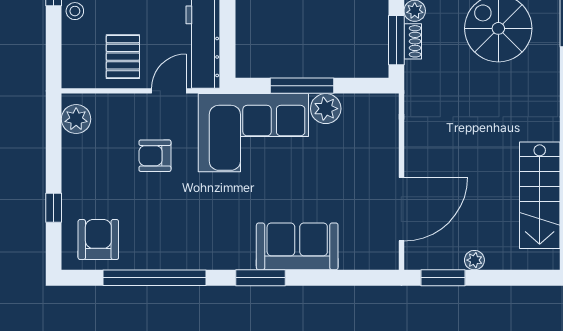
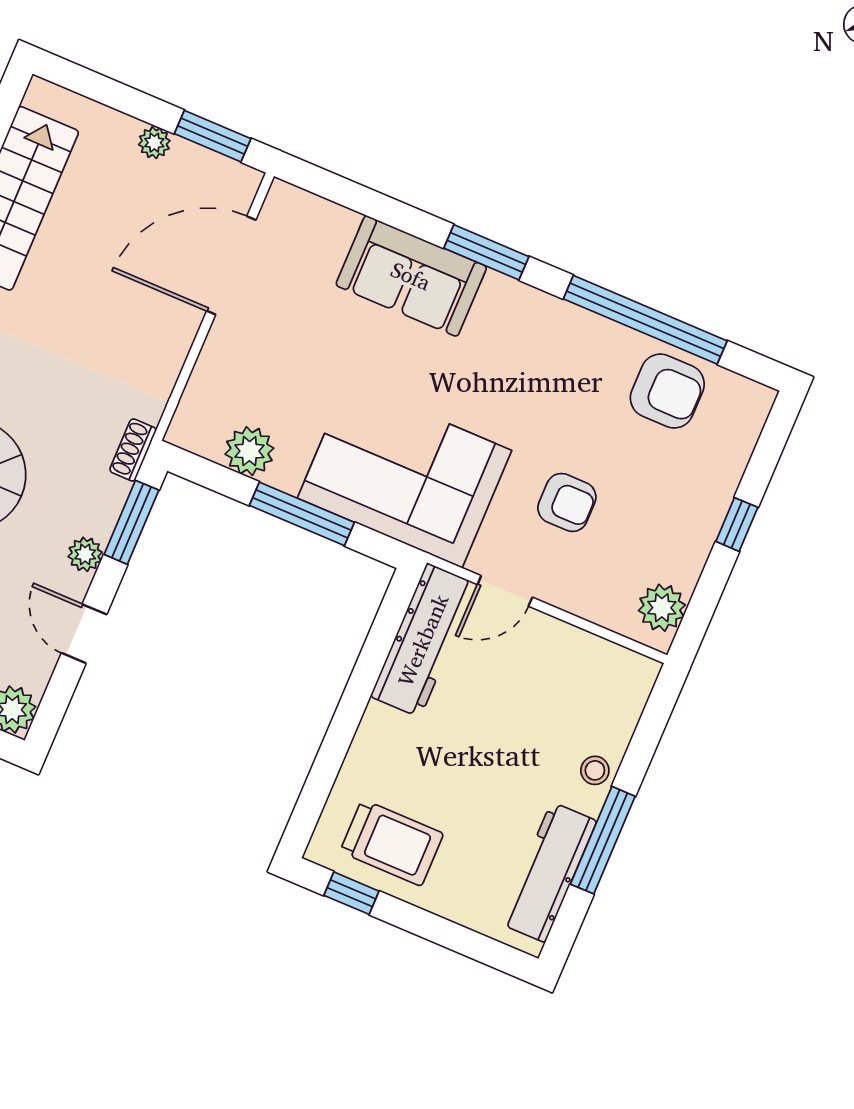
shoe rack: (413, 41) -> (133, 450), moved
pallet: (123, 57) -> (552, 671), removed
plant: (326, 109) -> (249, 451), moved
window: (54, 208) -> (737, 524), moved
armchair: (98, 240) -> (667, 391), moved, turned -90

